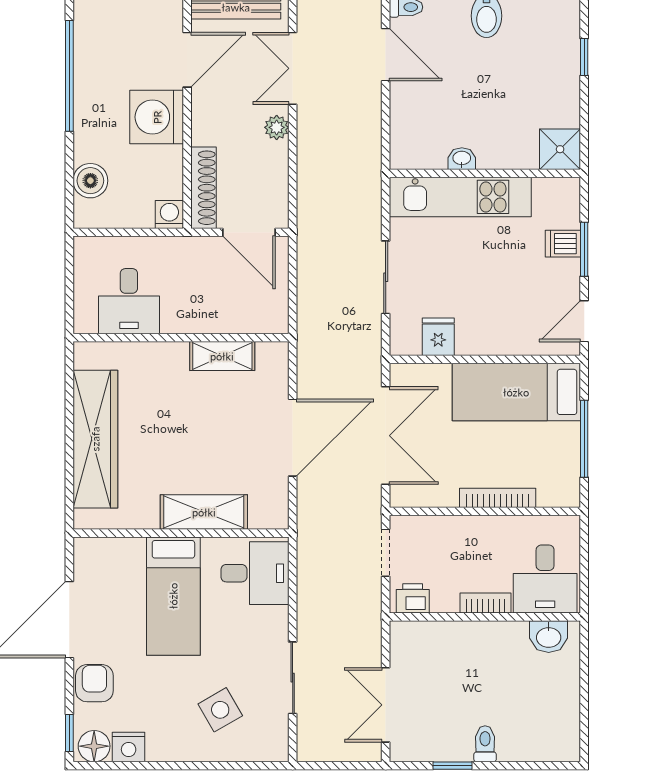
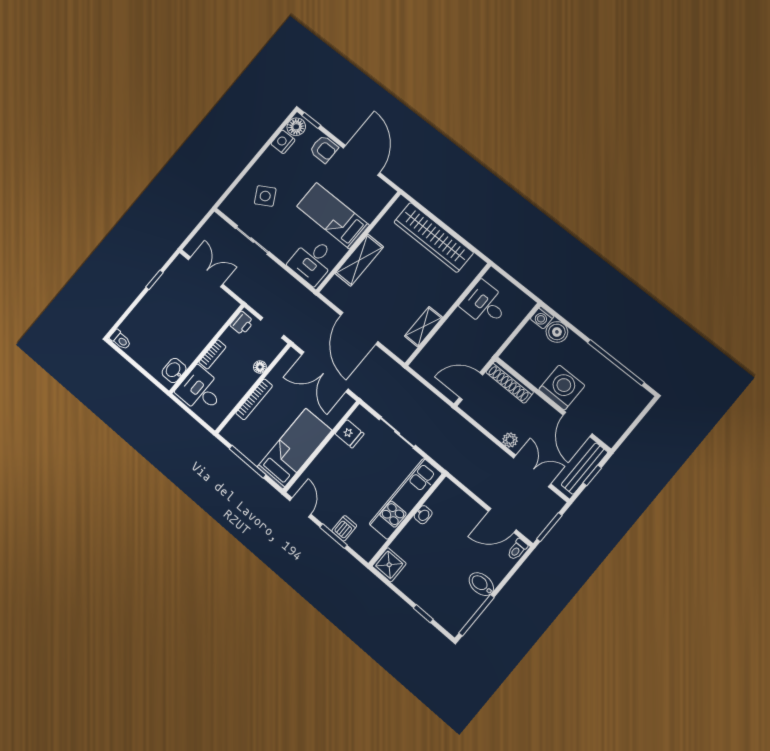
washing machine: (169, 214) -> (542, 318), moved, turned 90
floor lamp: (450, 526) -> (260, 367), added
toilet: (485, 744) -> (120, 340), moved

